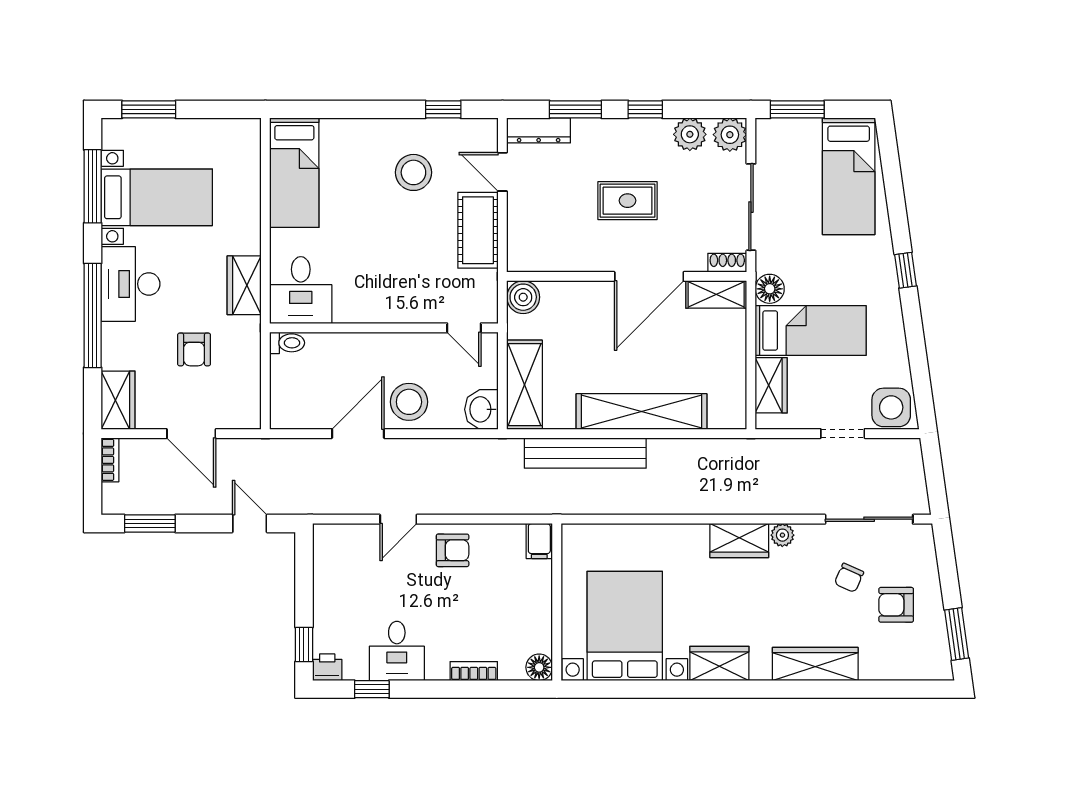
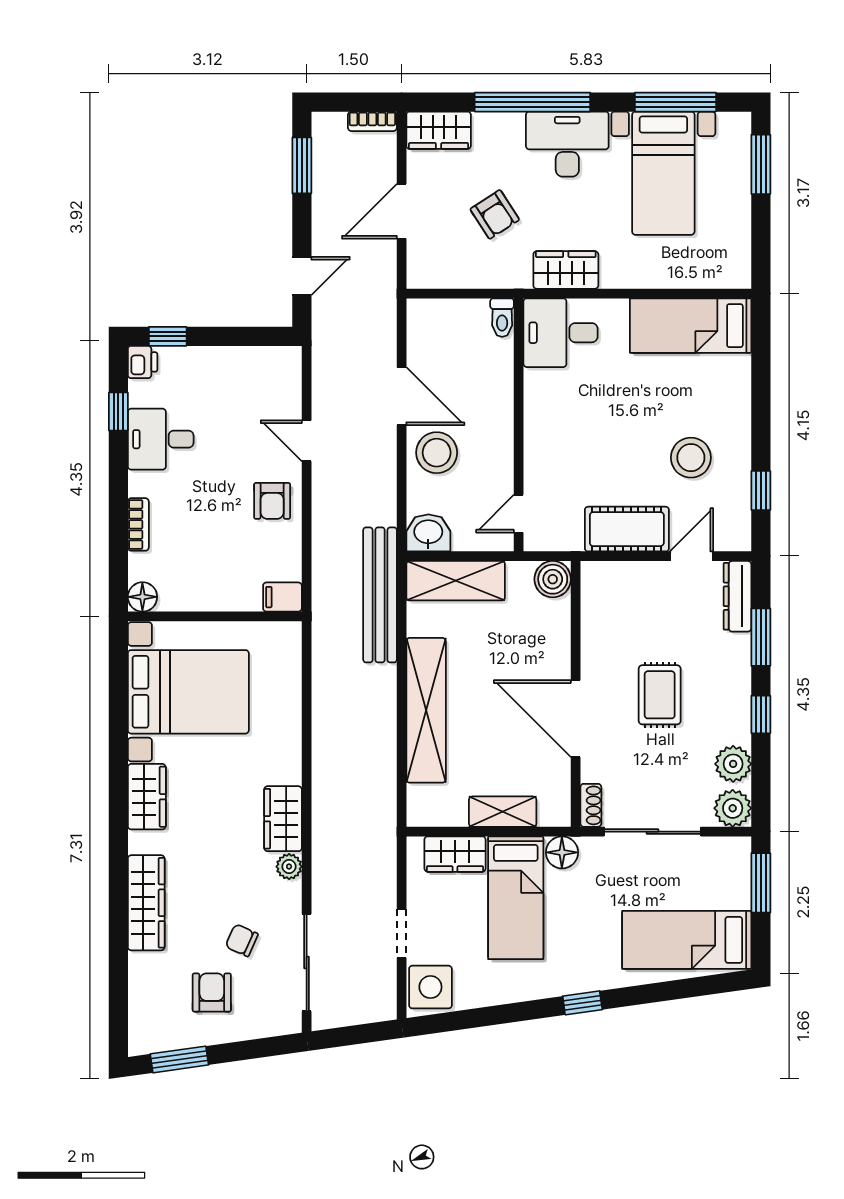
shelving: (716, 294) -> (503, 812), moved, turned 90
armchair: (194, 349) -> (495, 214), turned -123
bench: (585, 453) -> (380, 595), moved

